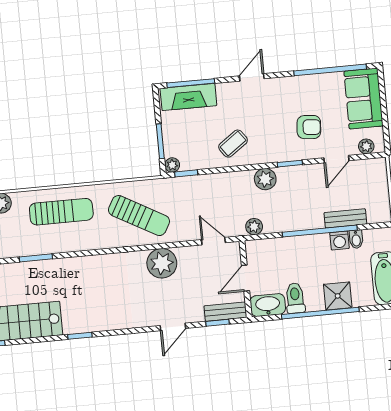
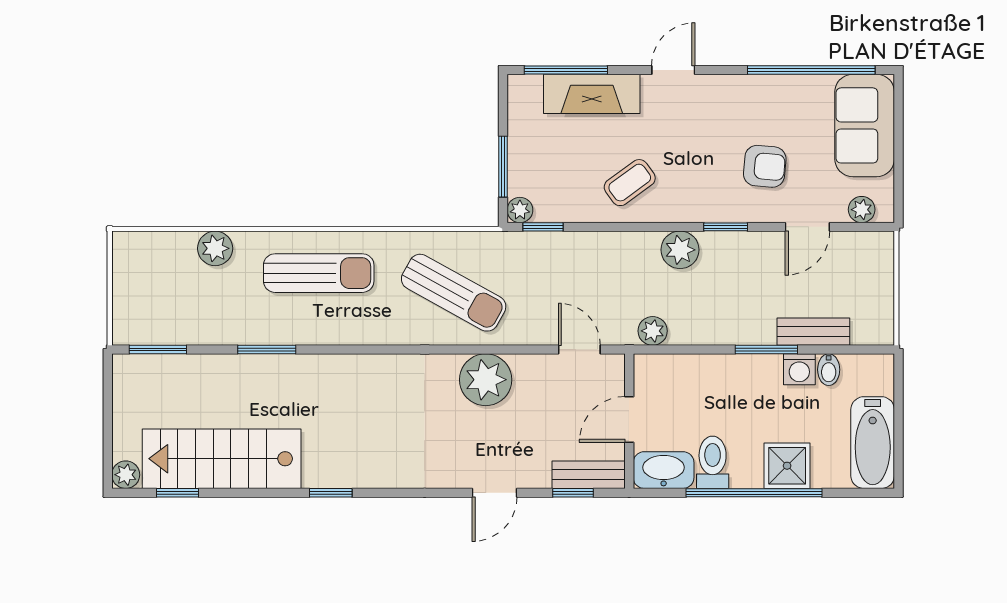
fireplace: (188, 97) -> (592, 94), moved
window: (320, 231) -> (766, 350), width x0.47

